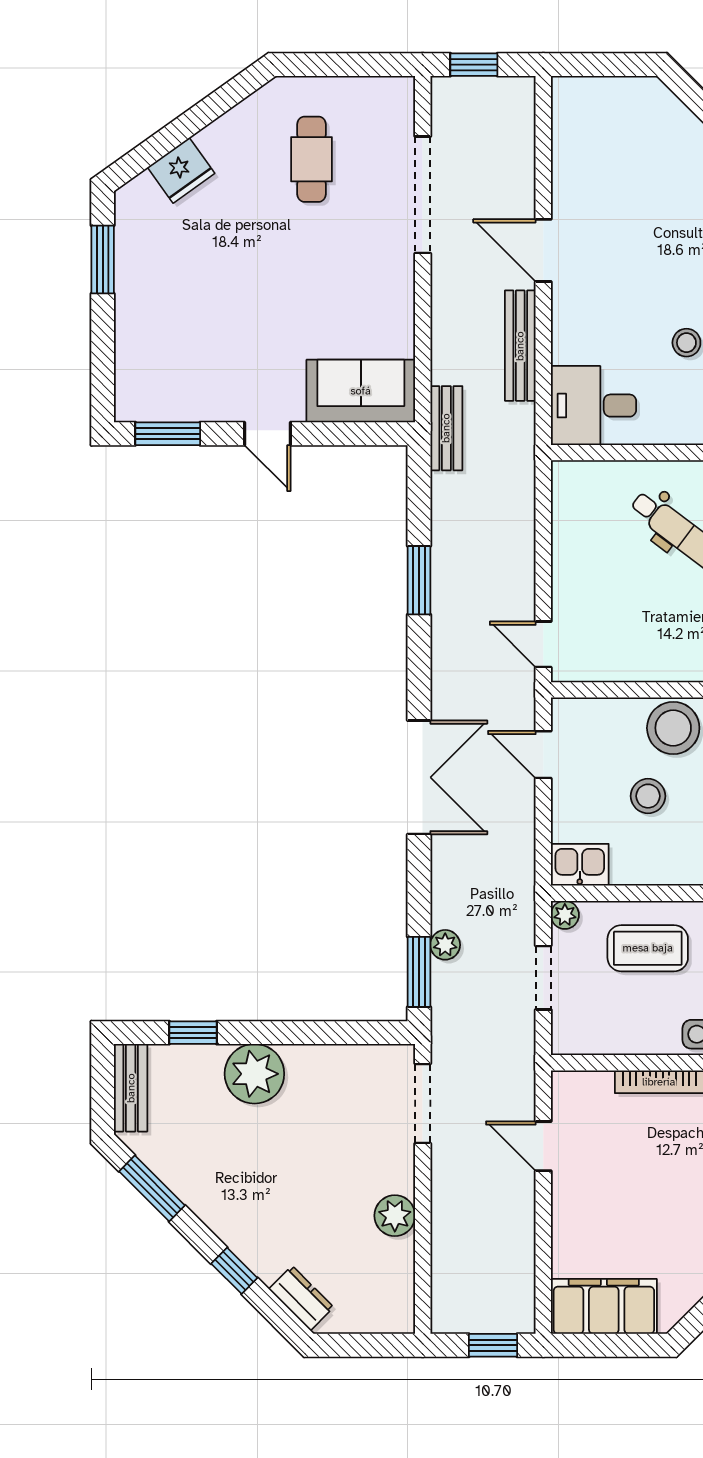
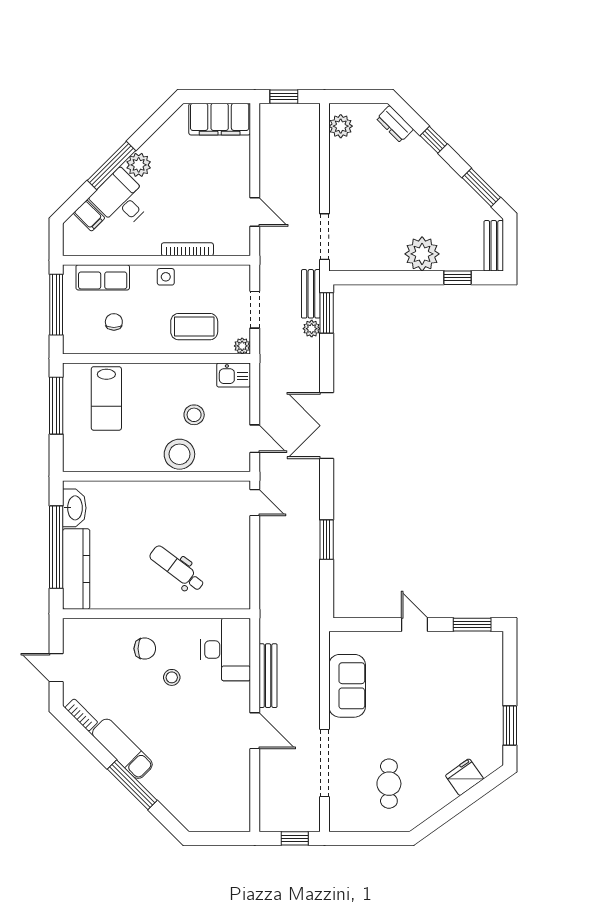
sofa: (361, 391) -> (347, 686), moved, turned -90
desk: (593, 406) -> (226, 650), width x1.37
bench: (446, 428) -> (311, 294), moved
plant: (395, 1216) -> (341, 126), moved

